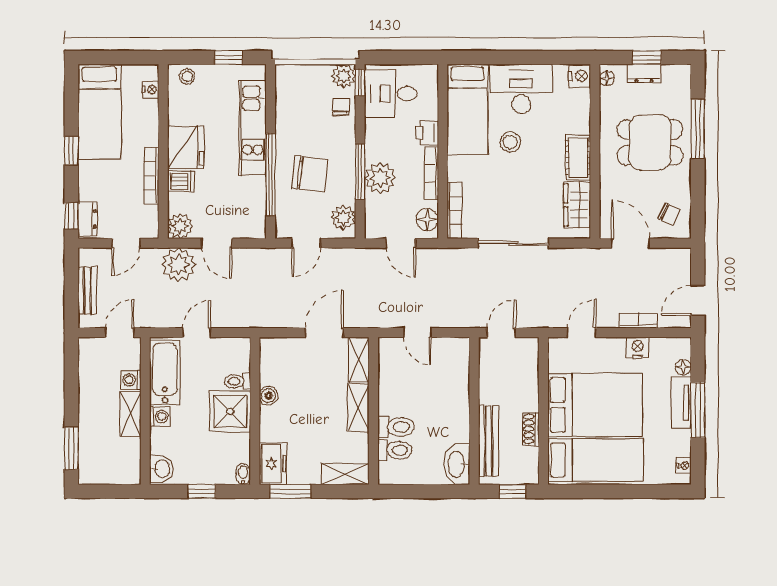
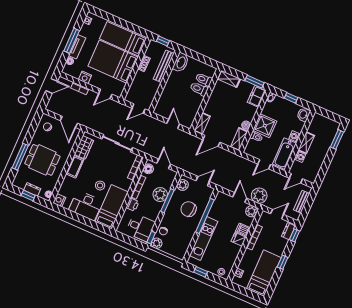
fridge: (186, 148) -> (239, 239), width x0.53, depth x0.75
shelving: (358, 407) -> (239, 139), moved

